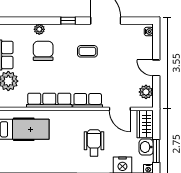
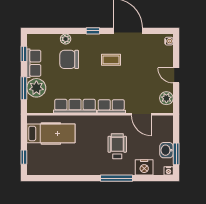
chair: (43, 51) -> (69, 59), turned -90
wardrobe: (145, 124) -> (165, 128), removed

